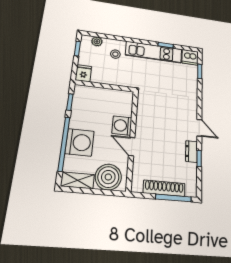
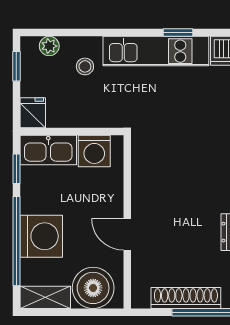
kitchen sink: (90, 94) -> (48, 150), added
washing machine: (122, 126) -> (94, 151), moved, turned -90

